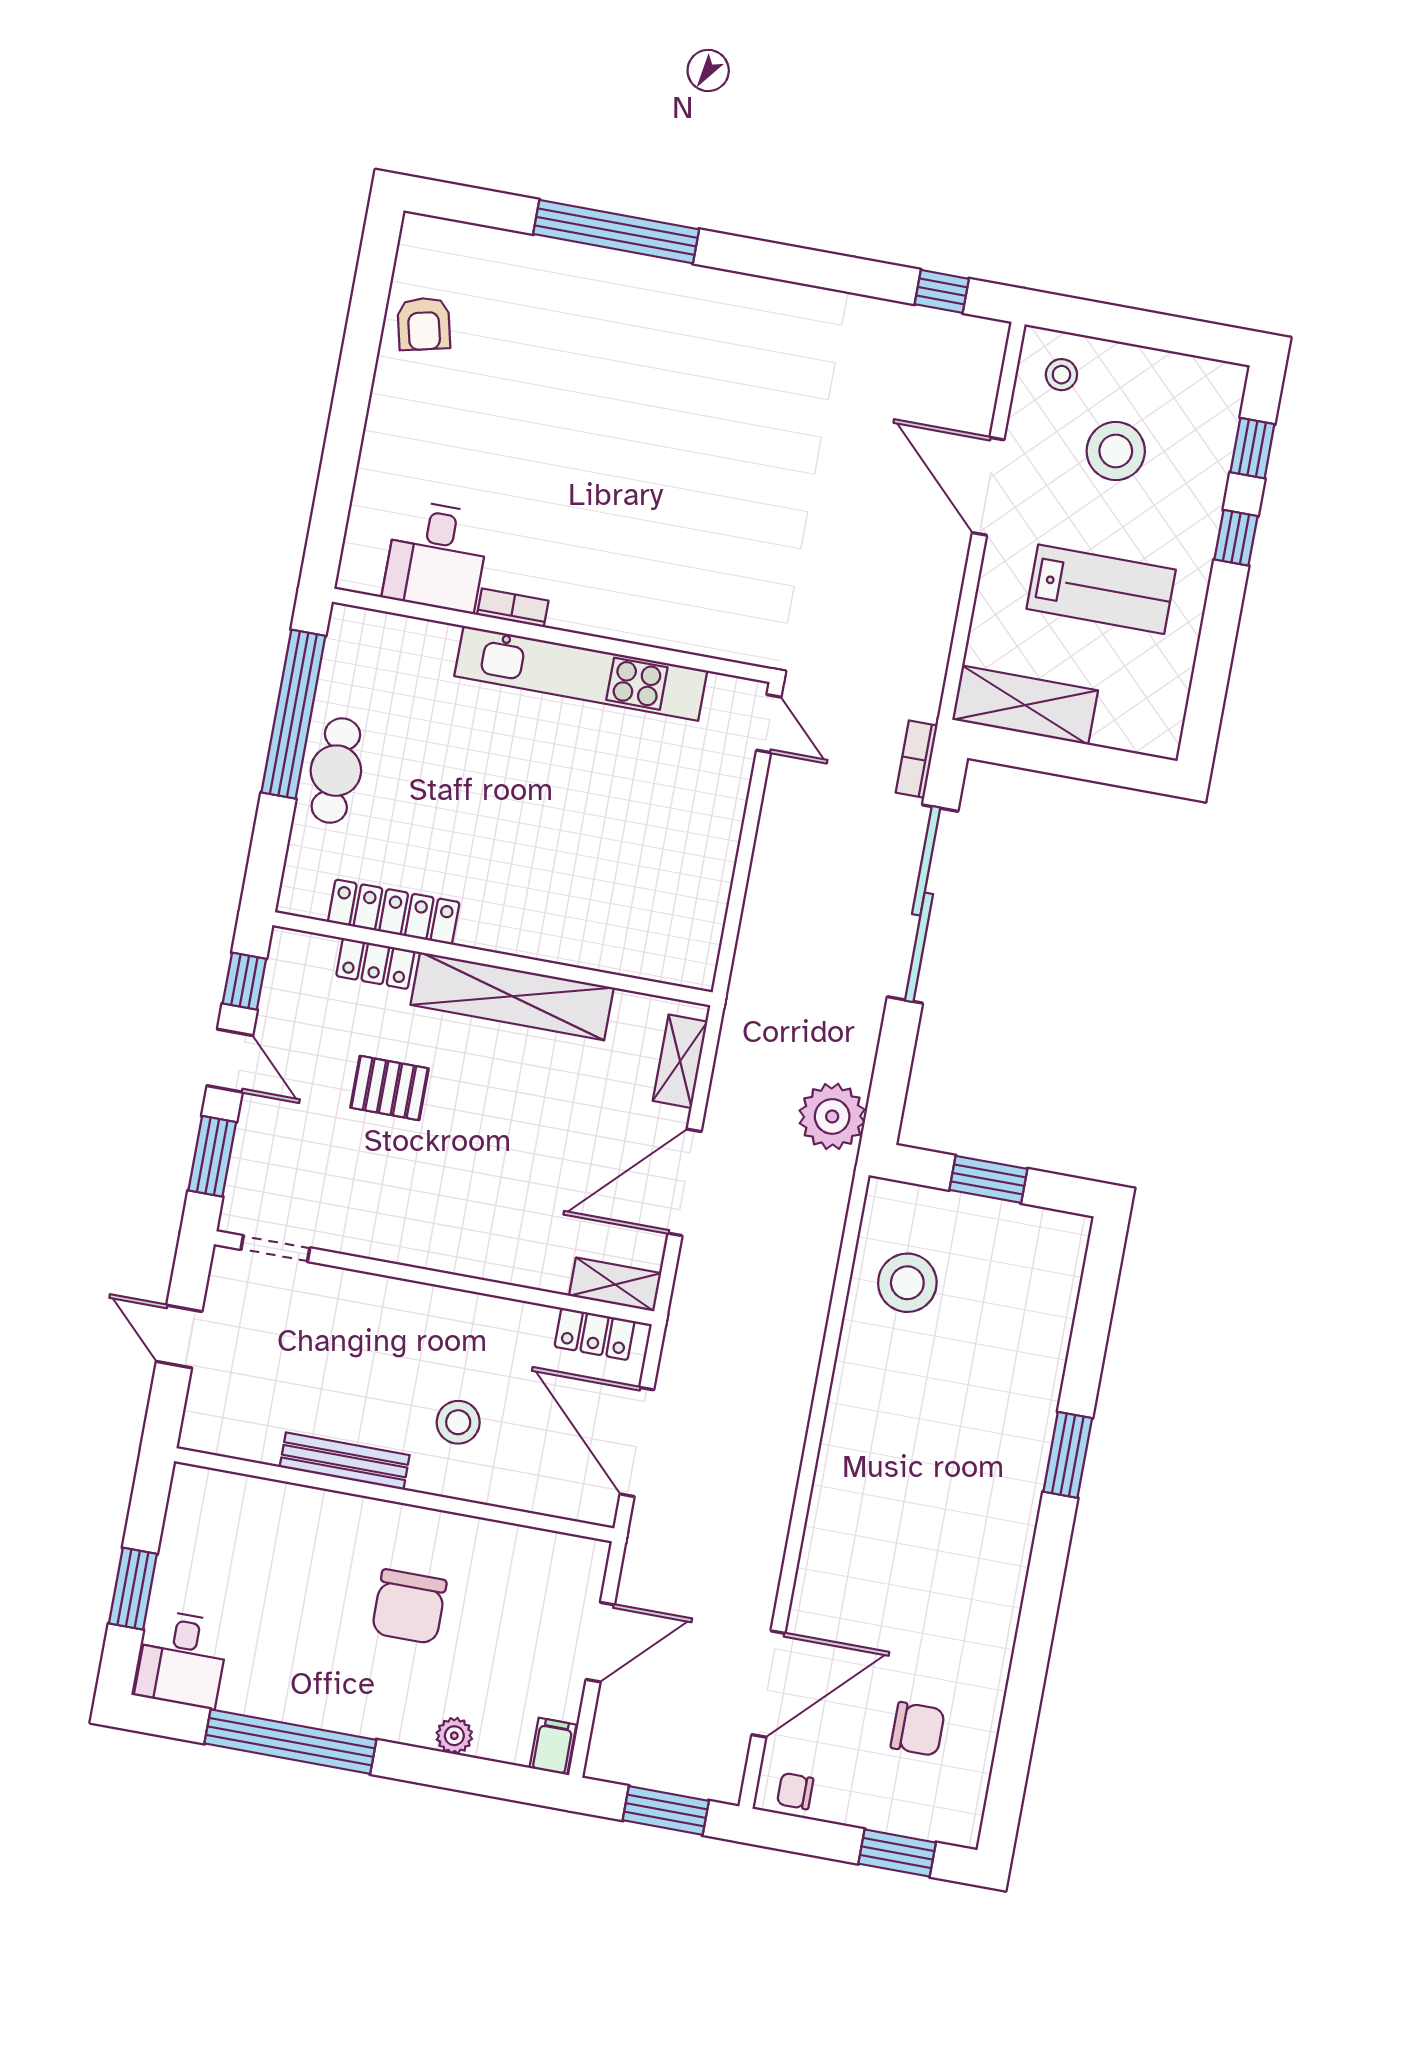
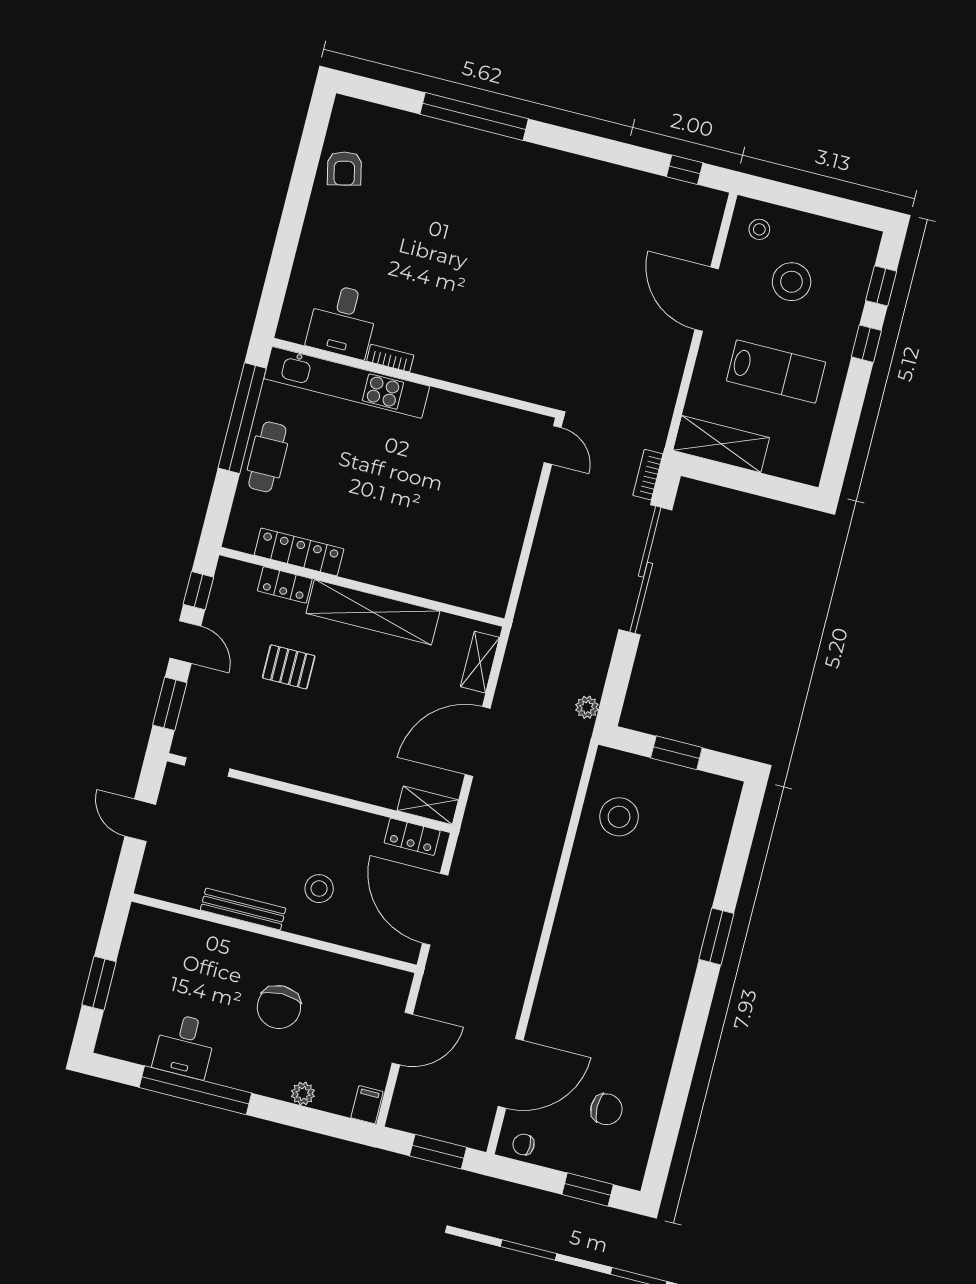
kitchen unit: (581, 673) -> (347, 382), moved
plant: (832, 1116) -> (587, 707), width x0.53, depth x0.53
desk: (182, 1659) -> (185, 1046), moved

